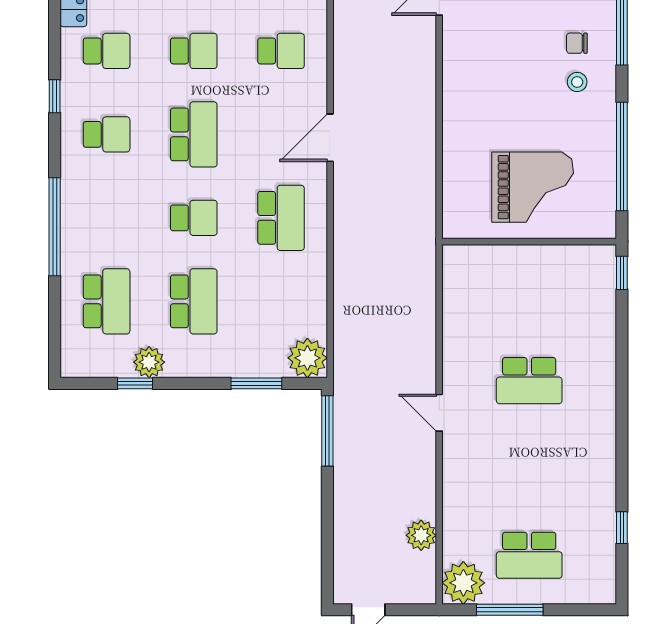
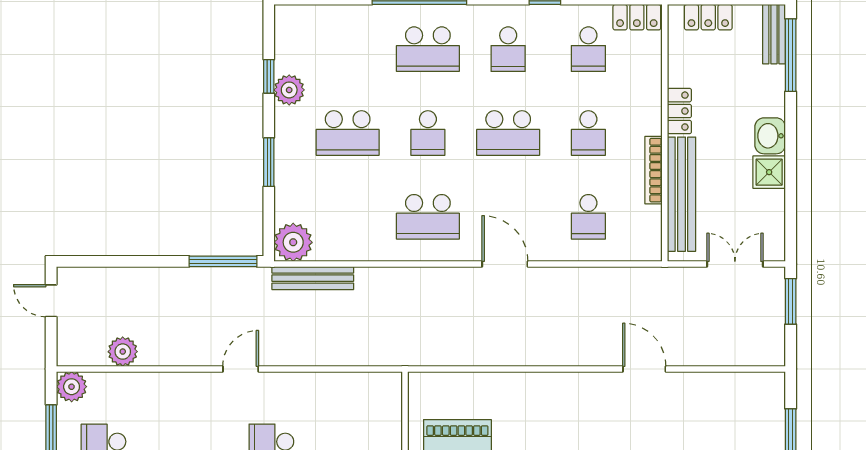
school desk: (107, 301) -> (428, 49), moved
bench: (345, 338) -> (313, 278), added
window: (256, 383) -> (269, 162), moved
plant: (463, 583) -> (72, 387), width x0.73, depth x0.73

